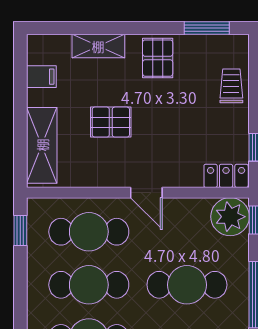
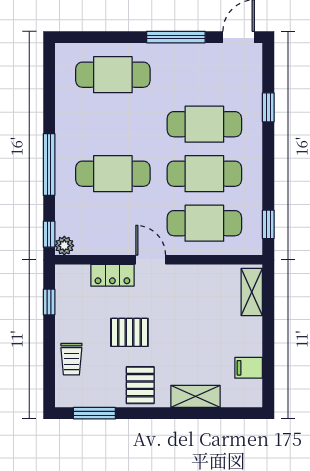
pallet: (111, 122) -> (129, 332), moved
shelving: (42, 145) -> (252, 292), width x0.67, depth x0.75
locker: (226, 176) -> (112, 275), moved
plant: (230, 217) -> (64, 246), width x0.53, depth x0.53

